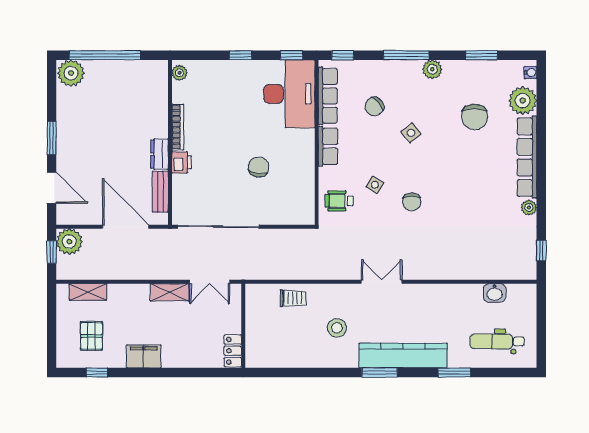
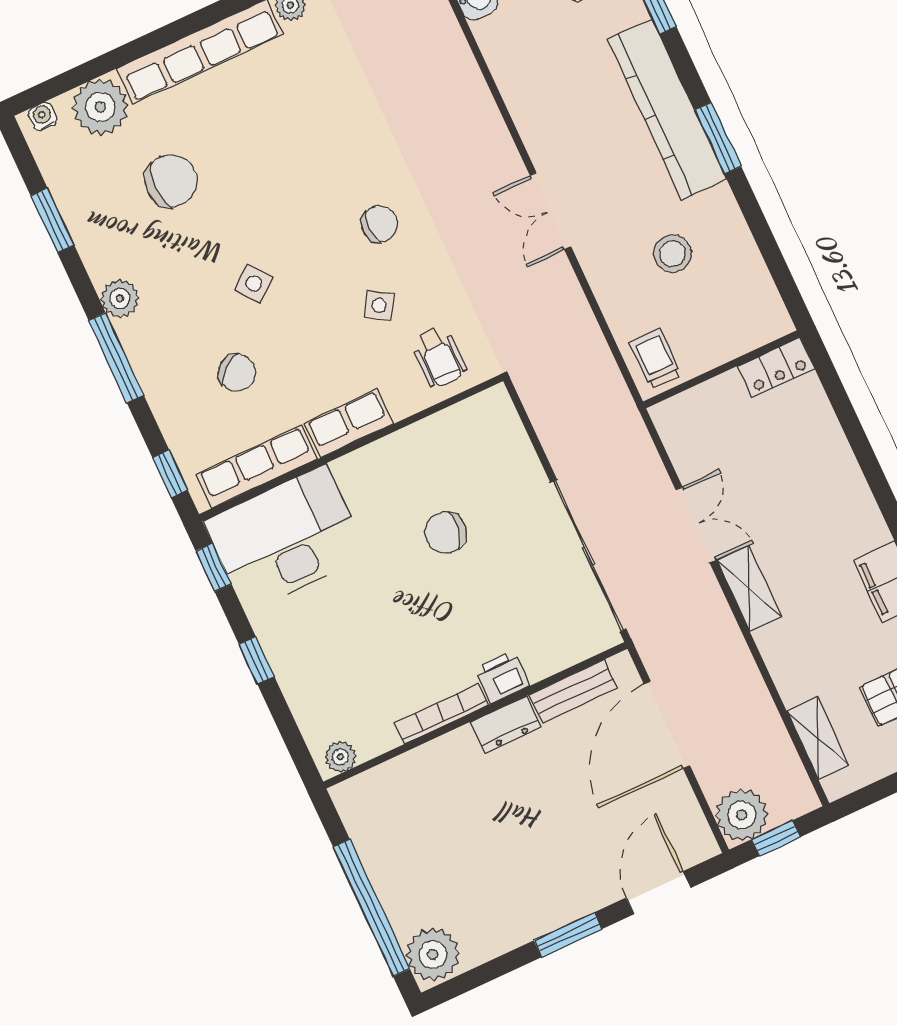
wall: (243, 326) -> (721, 369), moved
locker: (233, 351) -> (776, 367), moved

